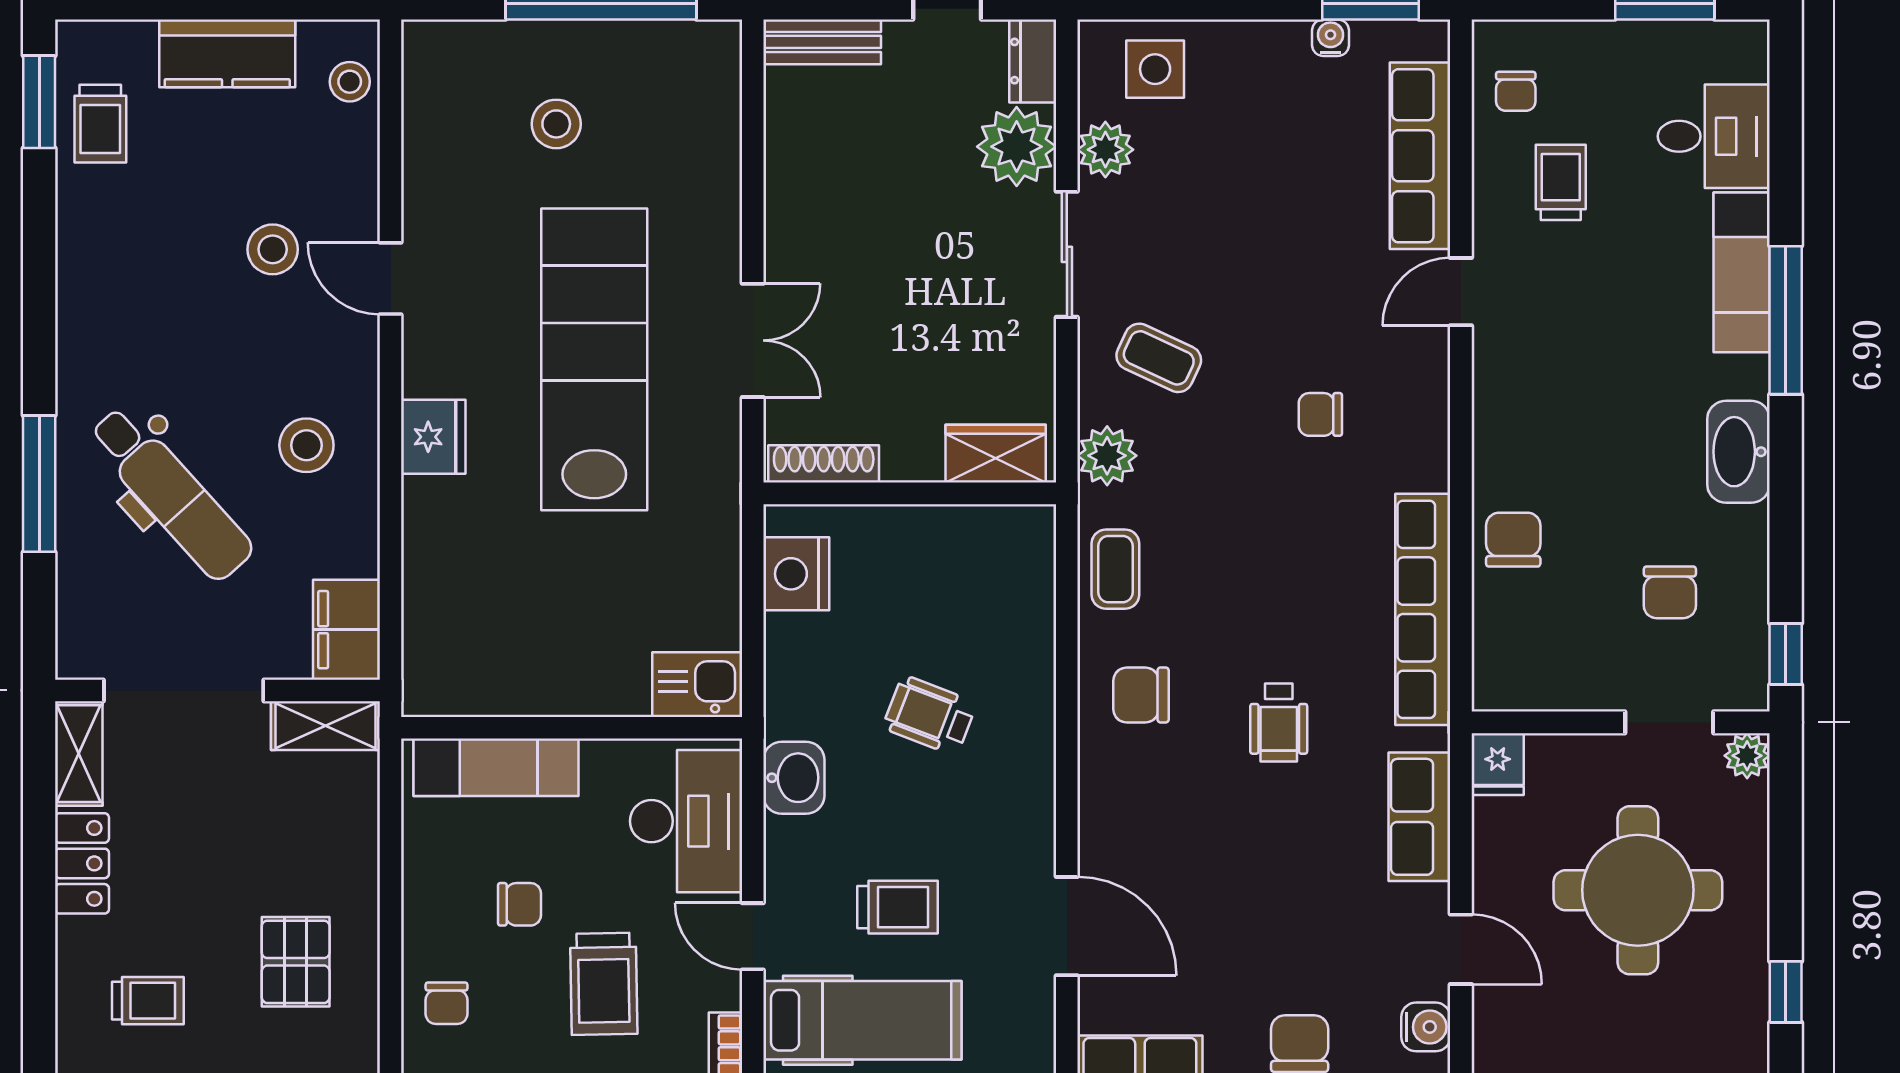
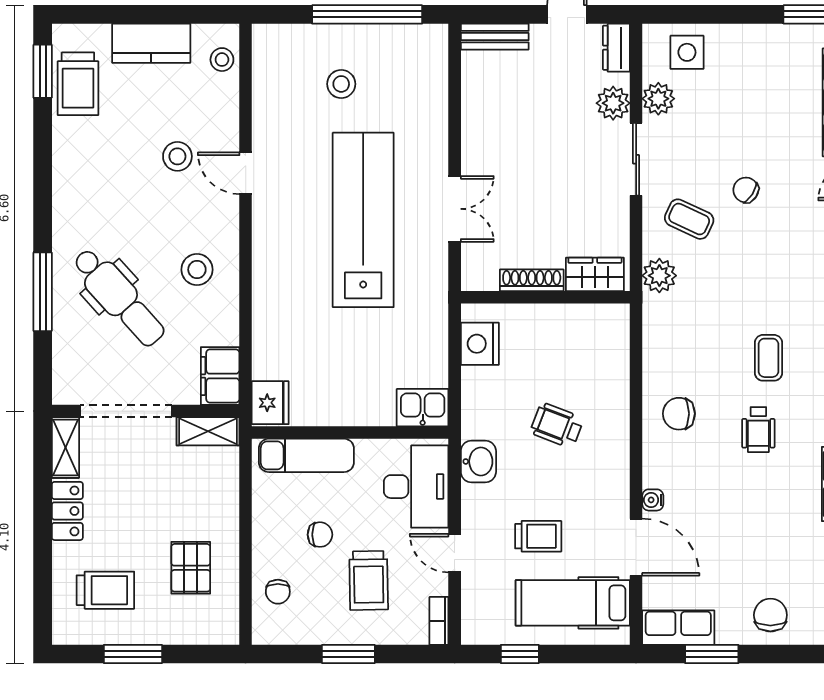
water cooler: (1330, 38) -> (653, 500), moved, turned -90
trolley: (100, 124) -> (78, 84), width x1.36, depth x1.39
plant: (1017, 147) -> (613, 103), width x0.73, depth x0.73
chair: (1320, 414) -> (746, 190), moved, turned 33
fridge: (433, 437) -> (270, 403), moved
shoe rack: (824, 464) -> (532, 280), moved
coffee table: (1115, 569) -> (768, 358), moved
trolley: (148, 1001) -> (105, 590), width x1.36, depth x1.39
hospital bed: (862, 1020) -> (573, 603), moved, turned 180

